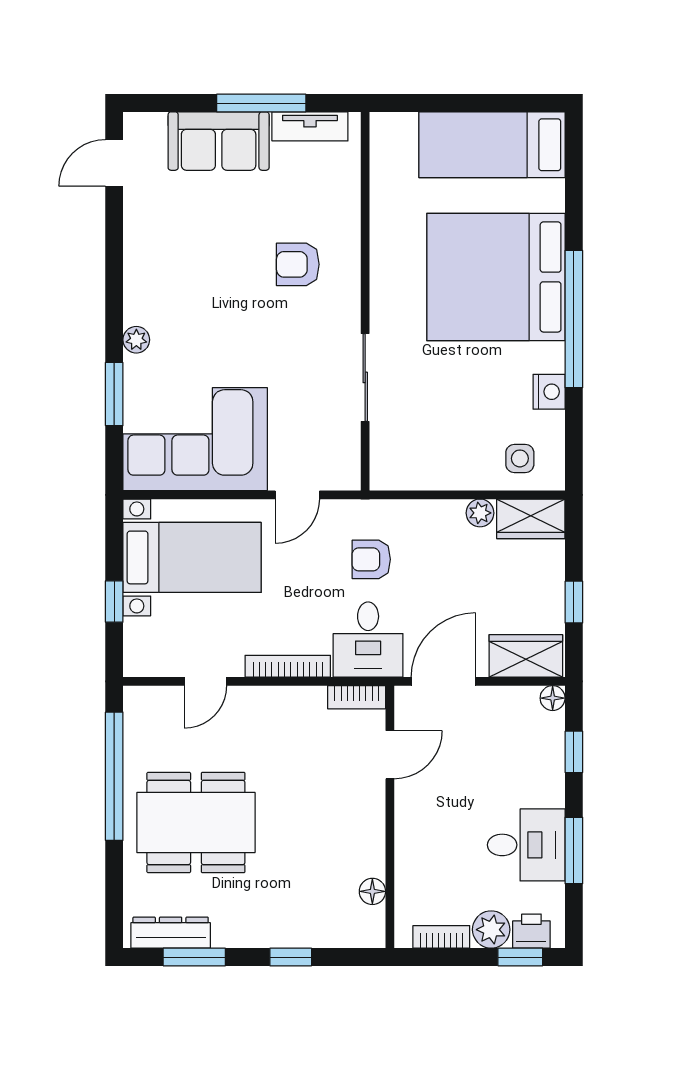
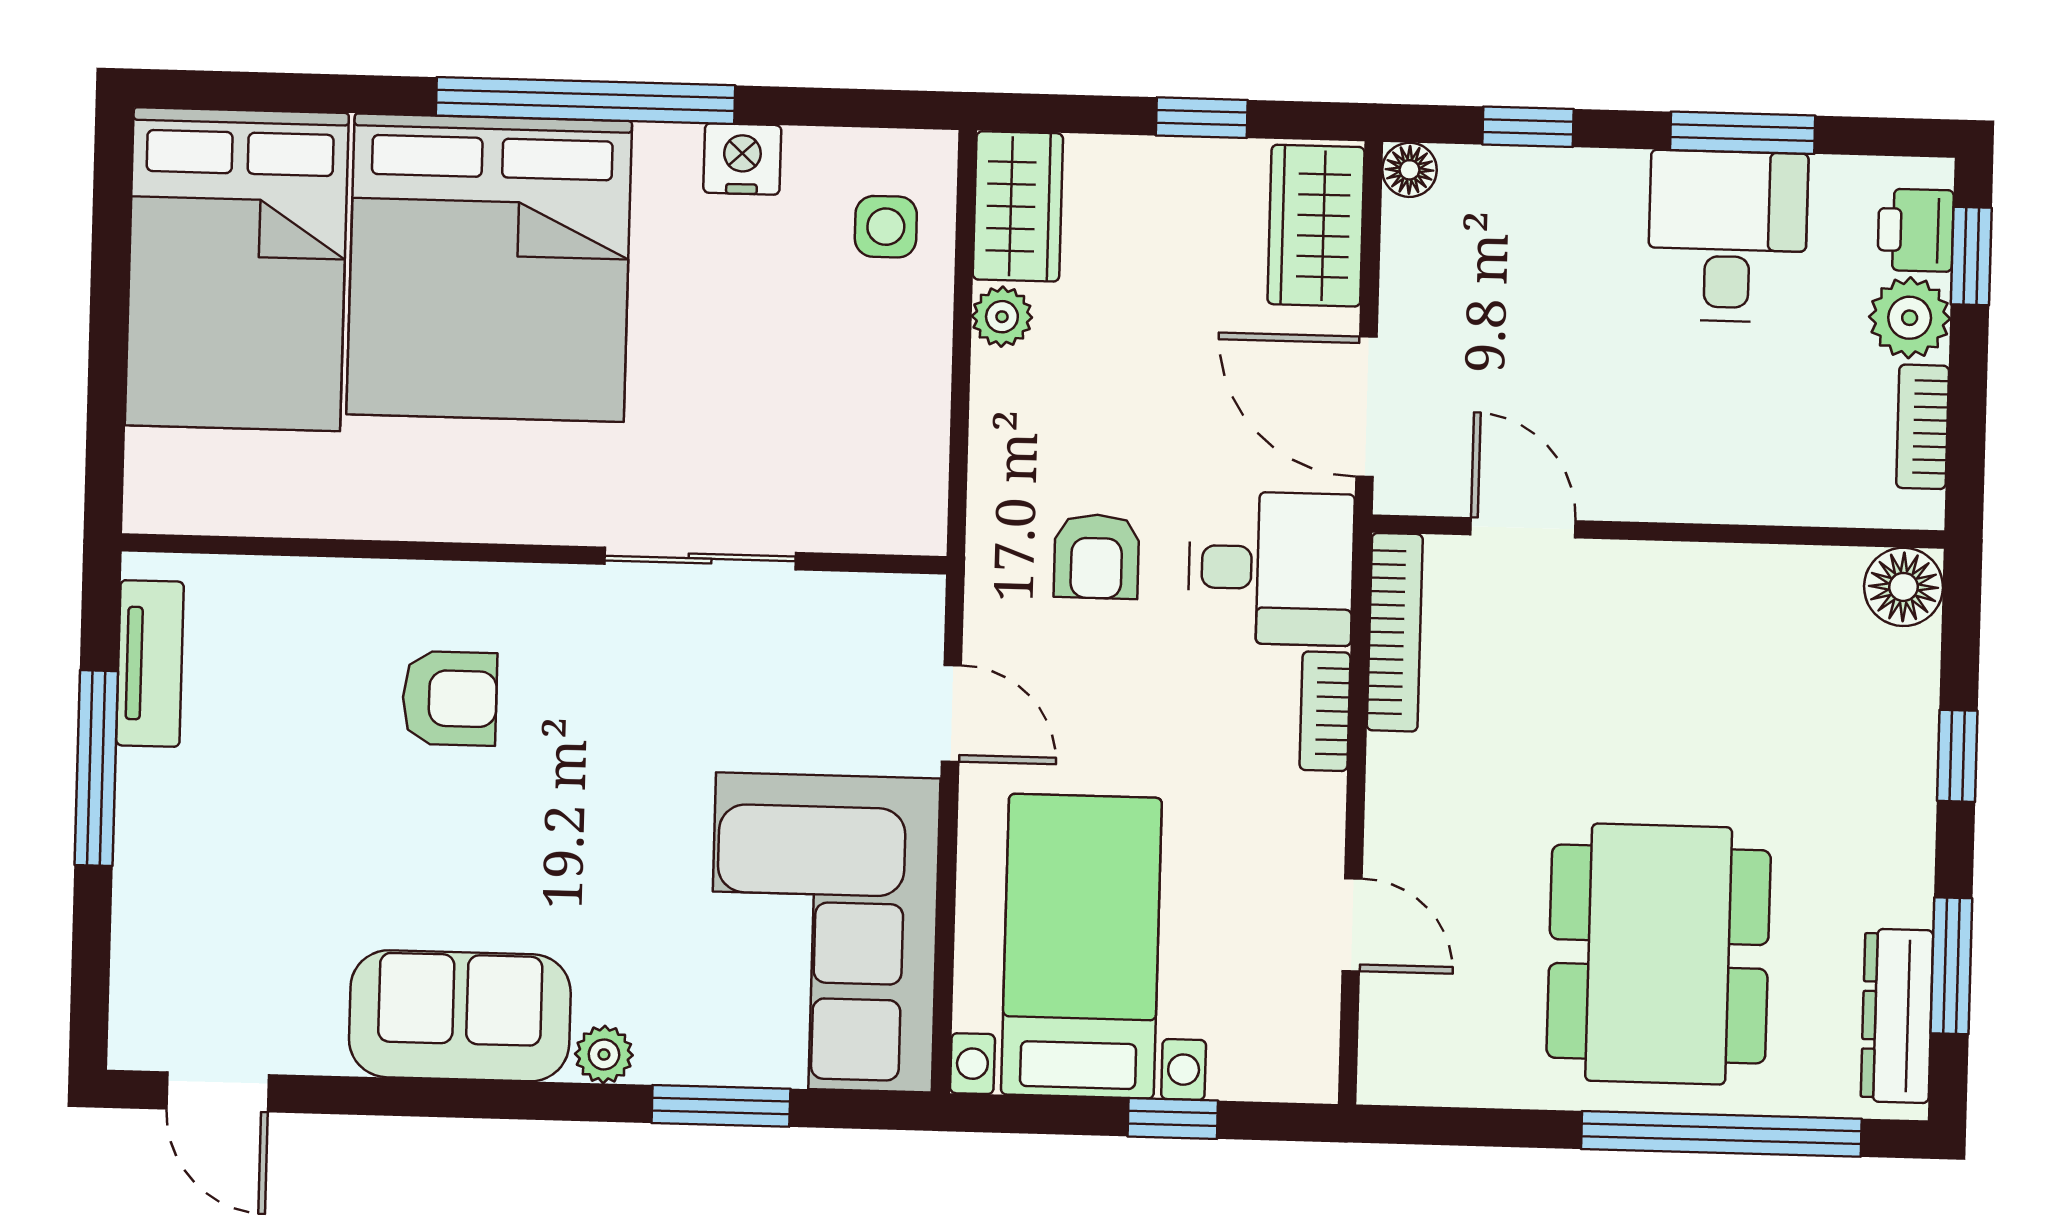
sofa: (219, 141) -> (460, 1016), moved, turned -90
bed: (492, 145) -> (237, 269), width x1.50
armchair: (298, 264) -> (450, 698), turned -90
bookcase: (288, 666) -> (1325, 711), width x0.64
bookcase: (357, 697) -> (1395, 632), width x1.56
window: (114, 776) -> (1721, 1134), moved
floor lamp: (372, 891) -> (1903, 587), moved, width x1.37, depth x1.37

